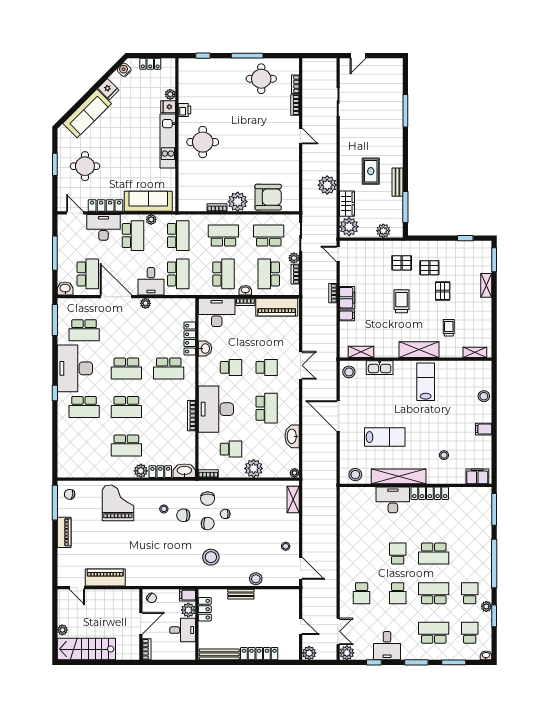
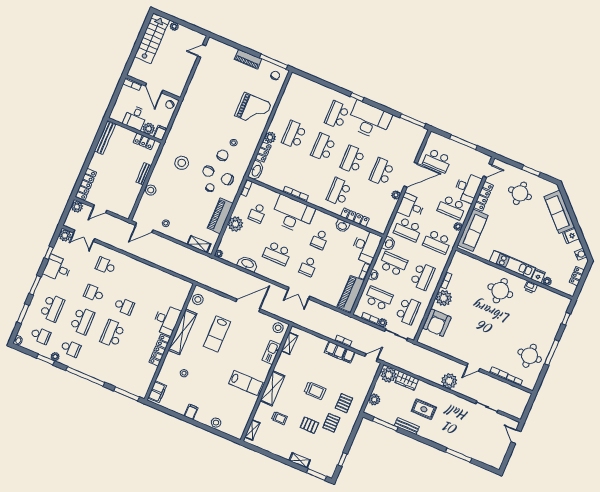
plant: (327, 185) -> (449, 381), moved
school desk: (223, 274) -> (393, 264), turned 180
washbasin: (65, 289) -> (389, 244), moved
filing cabinet: (347, 315) -> (349, 356), moved
school desk: (84, 330) -> (382, 172), moved
piano: (105, 578) -> (220, 216), moved, turned 180
locker: (259, 654) -> (86, 184), moved

